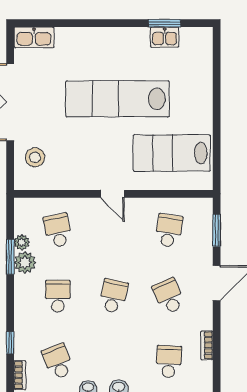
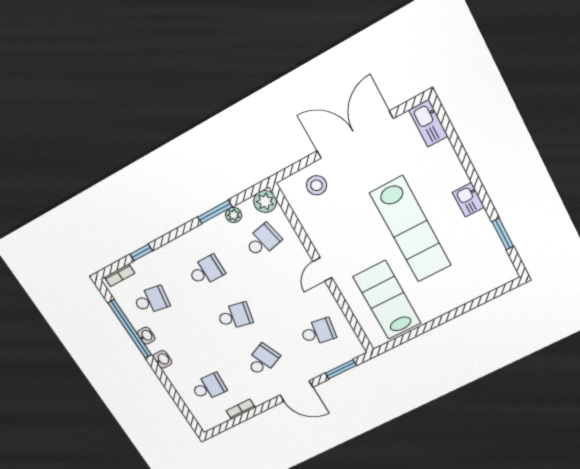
kitchen sink: (165, 37) -> (468, 200), moved
lab bench: (117, 99) -> (411, 229), turned 180
plant: (25, 263) -> (265, 201), moved
school desk: (58, 362) -> (151, 300), turned 30

